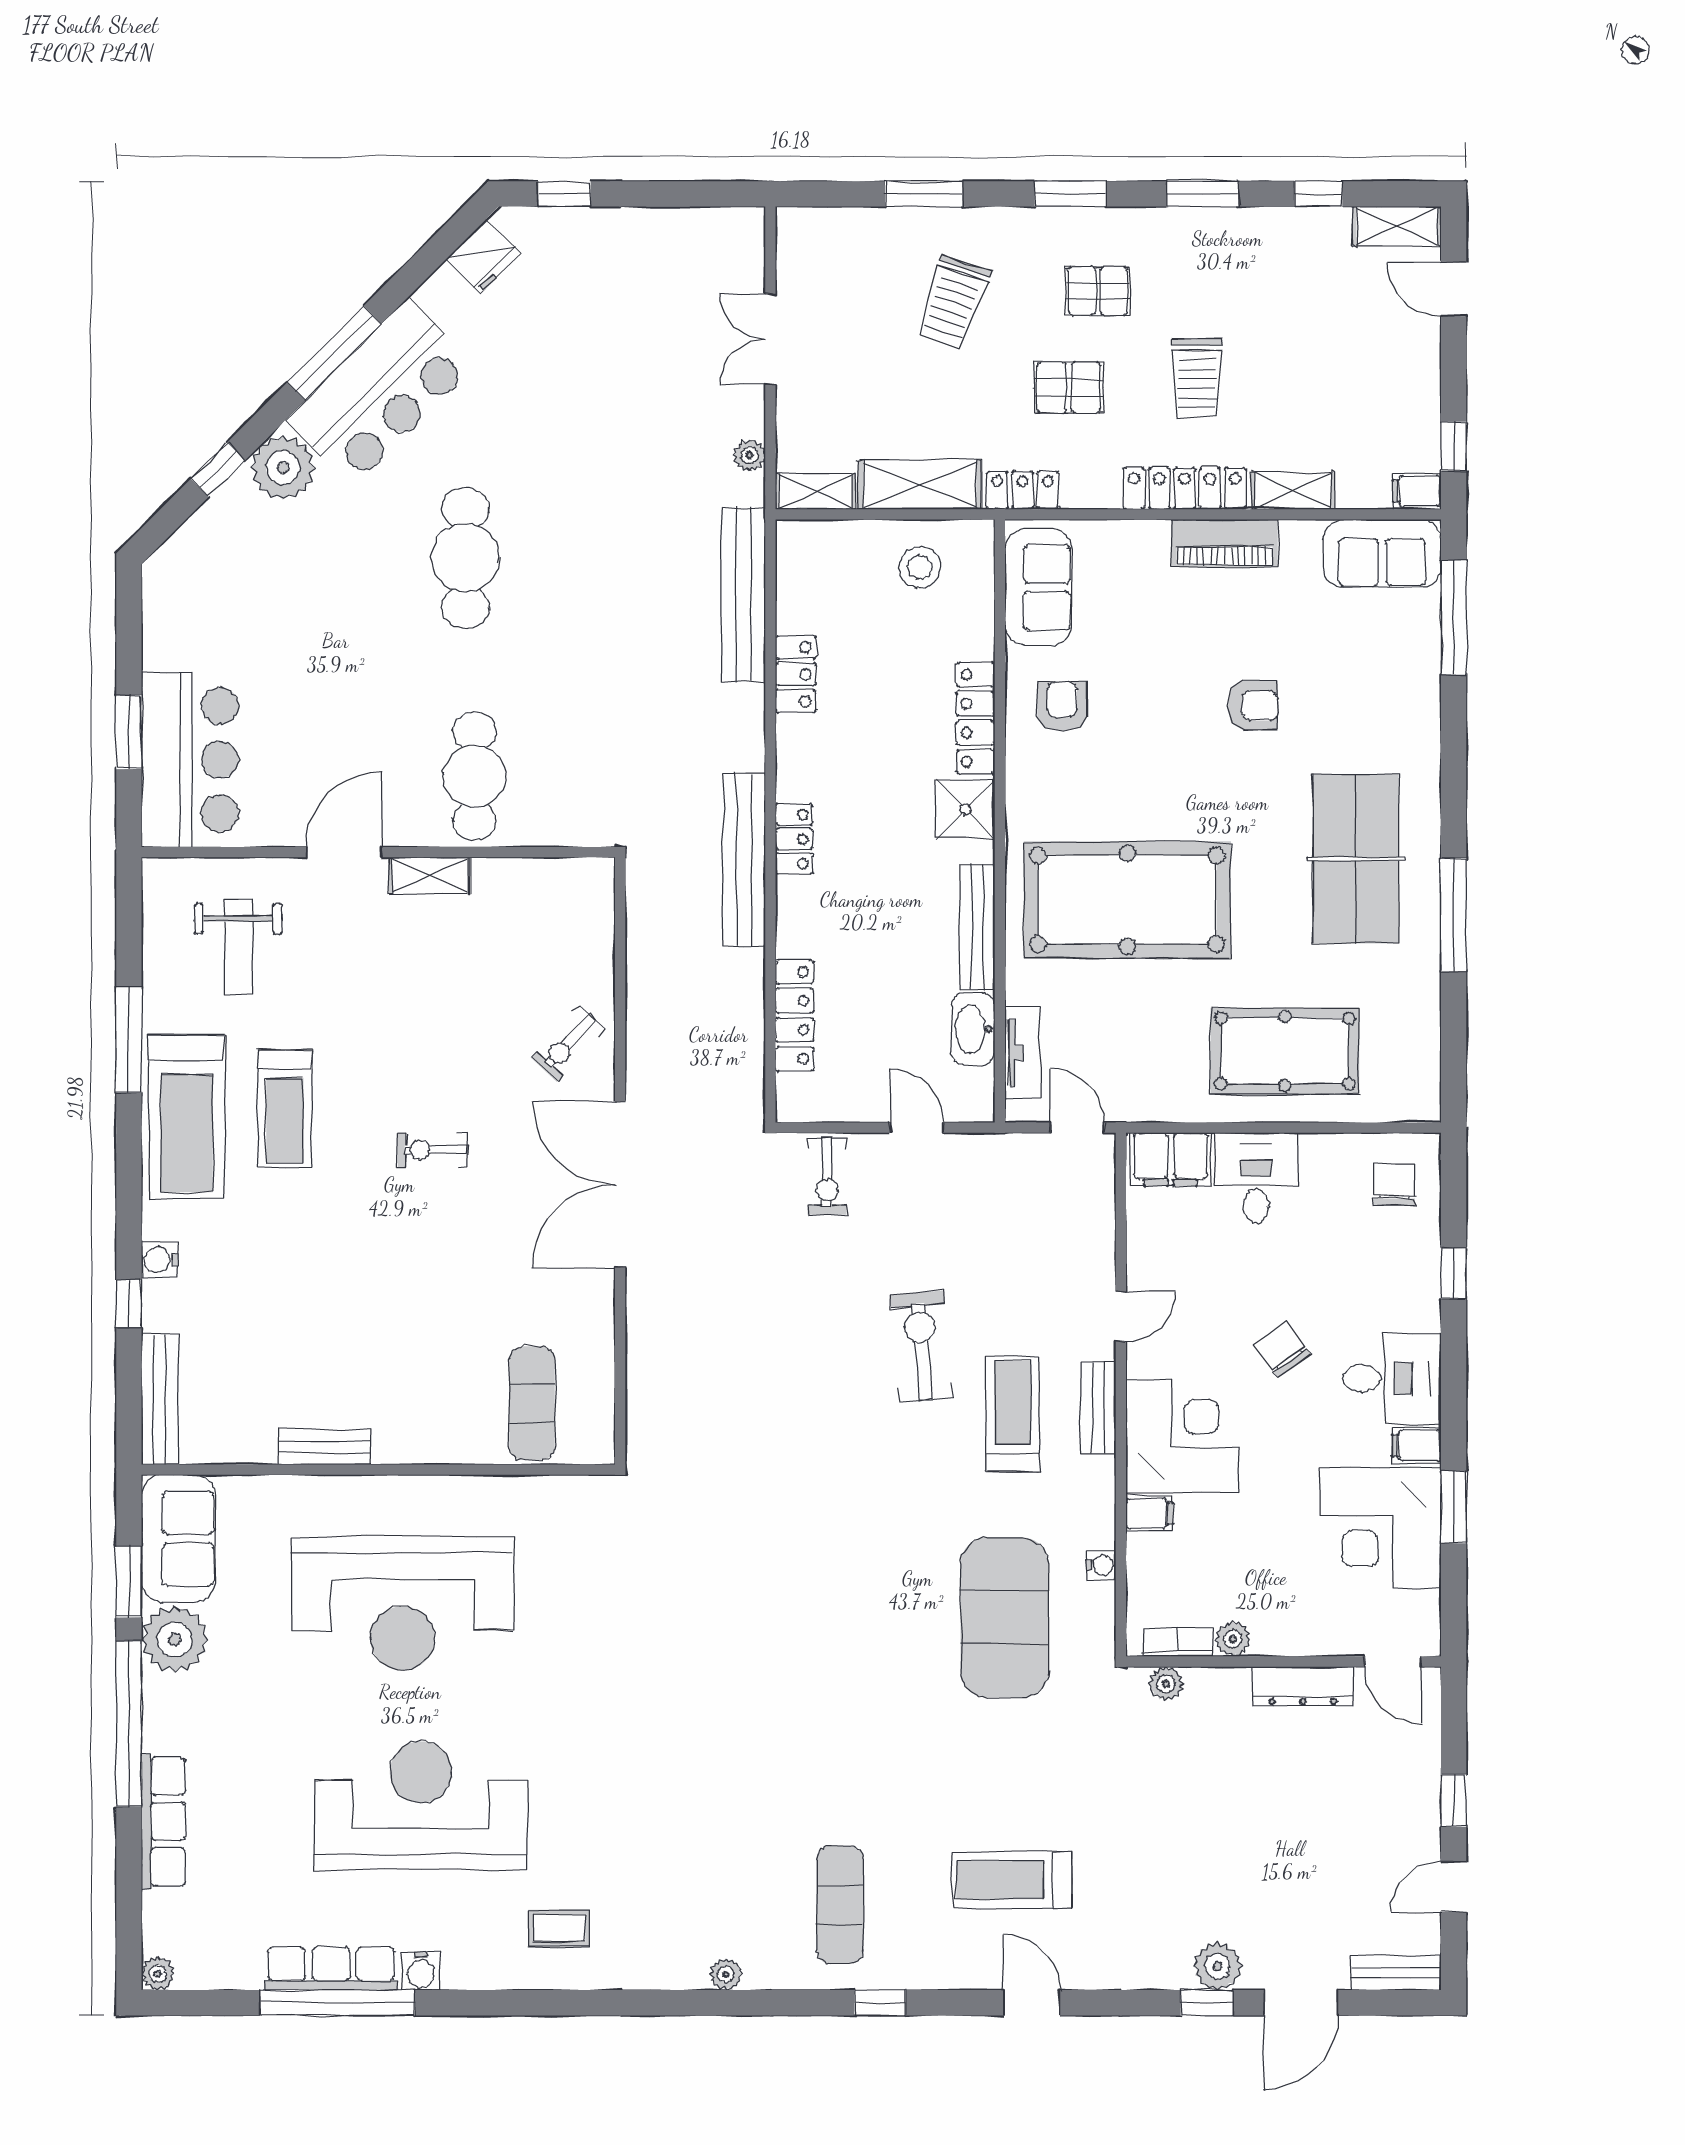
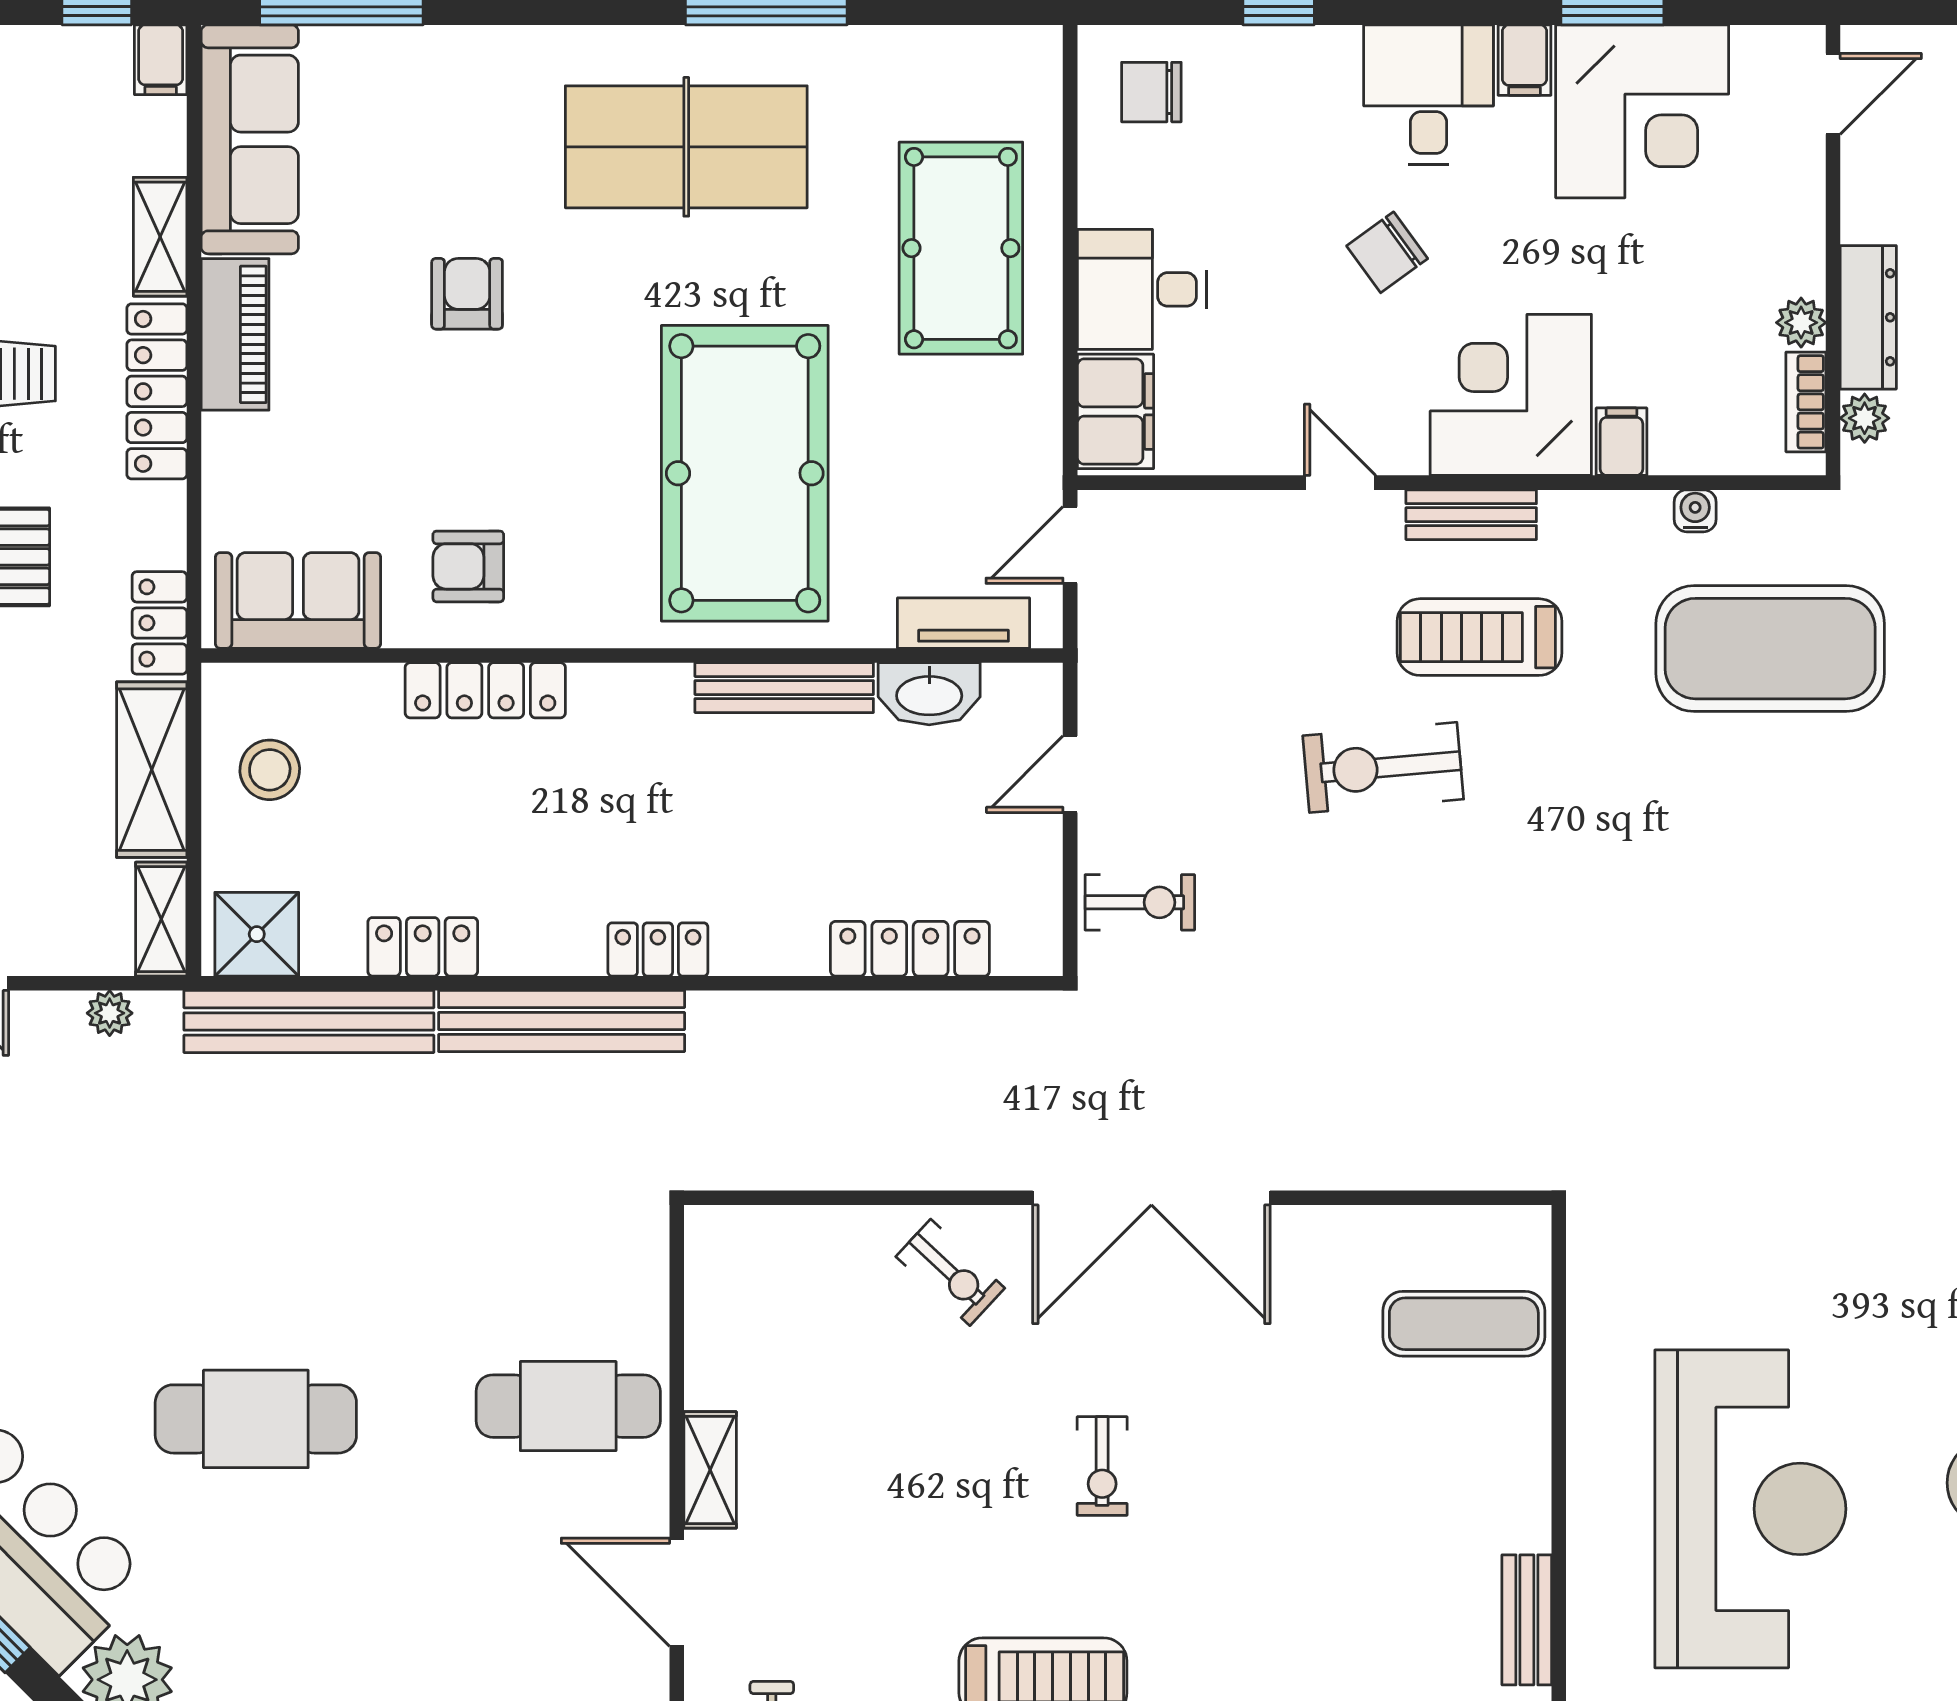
sofa: (1382, 553) -> (250, 139), width x1.36
shower: (965, 809) -> (257, 934), moved
bench: (744, 860) -> (562, 1021), moved
dresser: (1303, 1686) -> (1868, 317), moved

